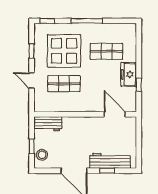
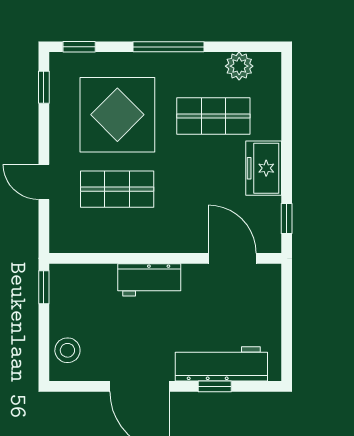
plant: (118, 29) -> (239, 66), added
window: (32, 51) -> (44, 87), moved
window: (139, 85) -> (287, 218), moved
workbench: (48, 124) -> (149, 280), moved
window: (32, 146) -> (44, 287), moved

